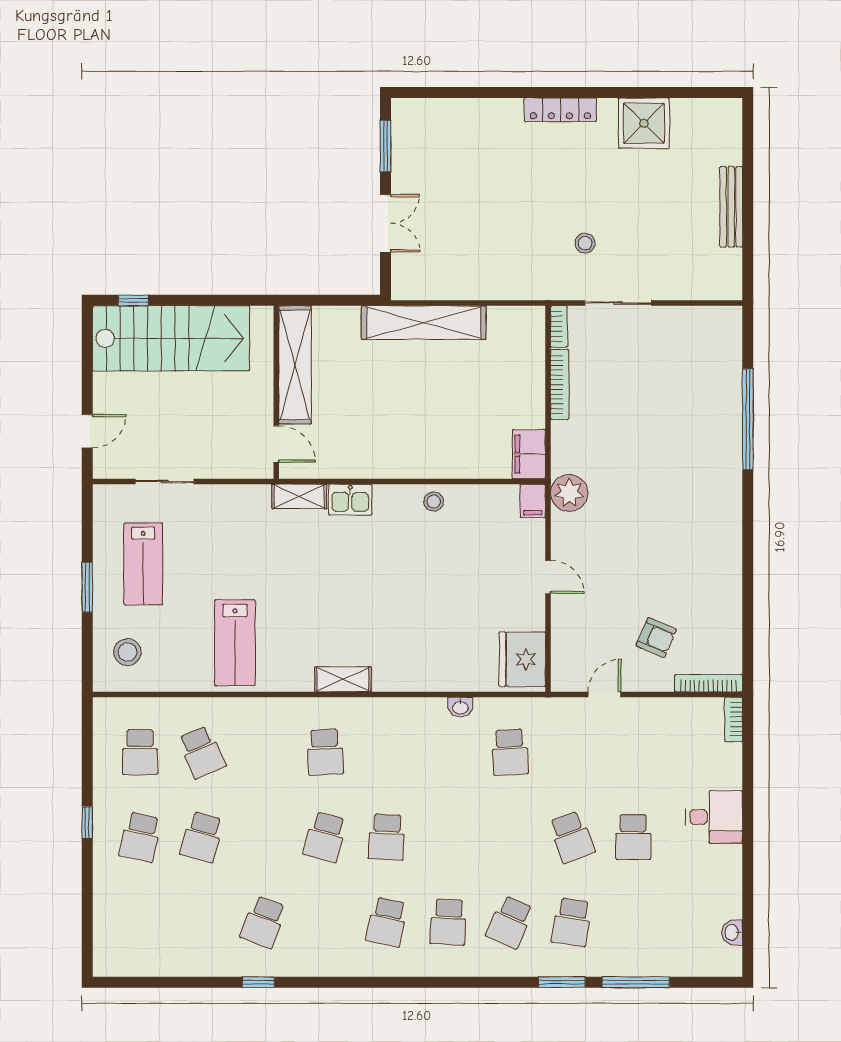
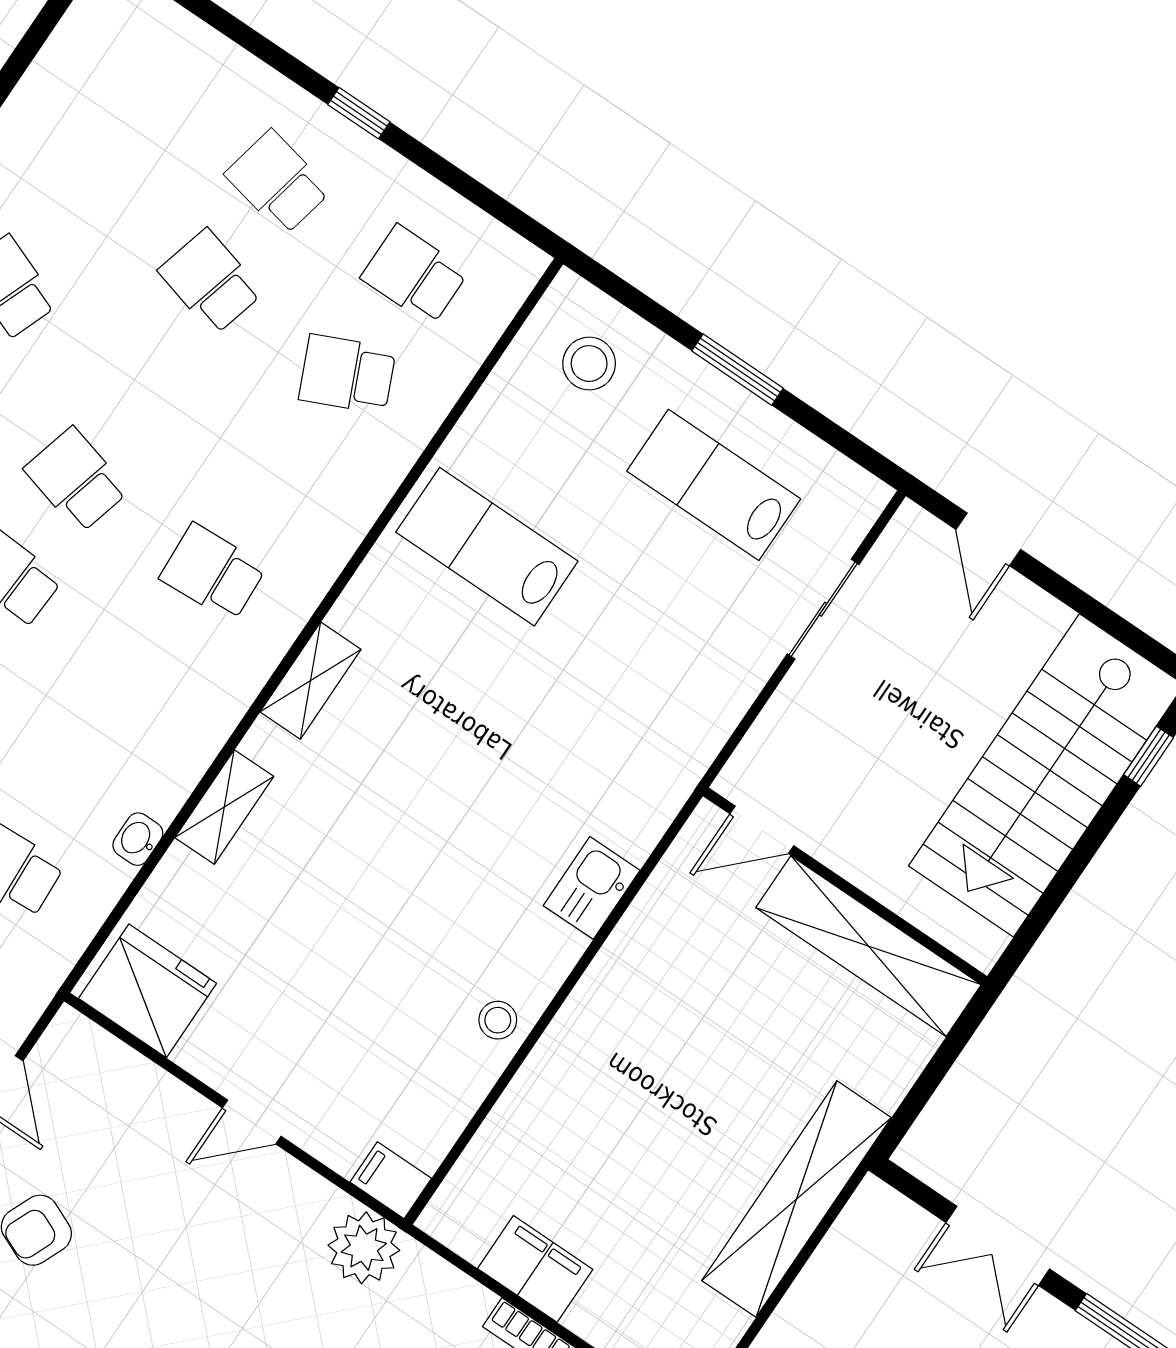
filing cabinet: (529, 454) -> (535, 1269), moved
shelving: (299, 496) -> (224, 807), moved

